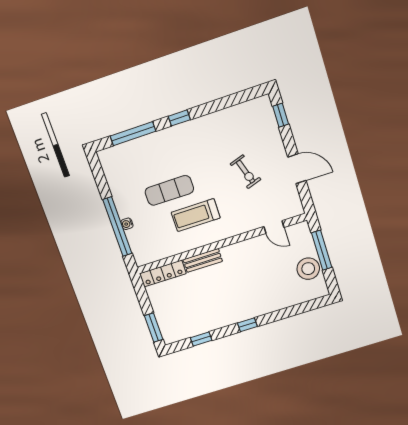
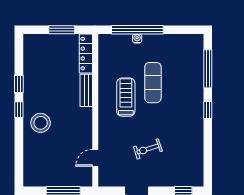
stool: (308, 269) -> (41, 123), moved
window: (154, 328) -> (62, 30), moved
window: (201, 339) -> (19, 84), moved

